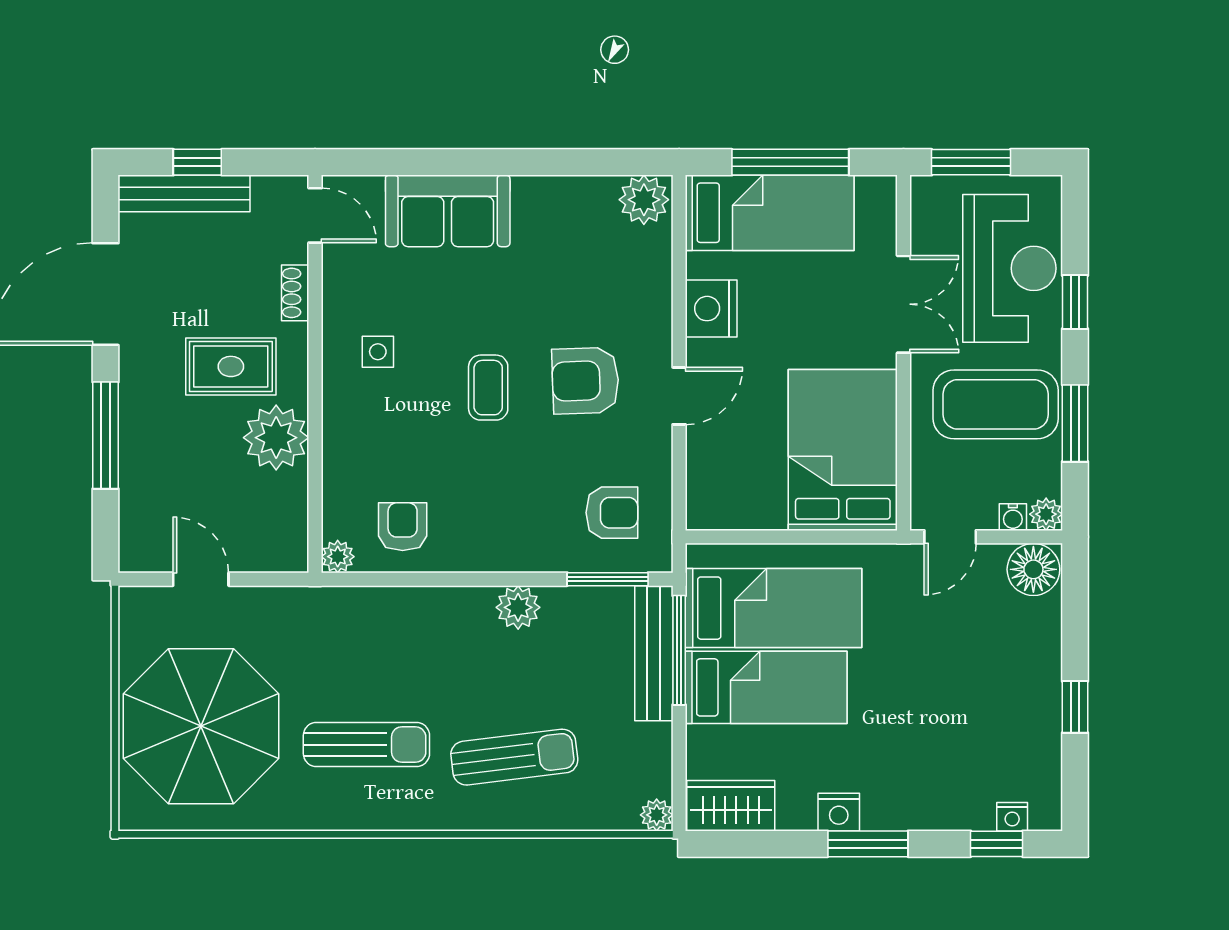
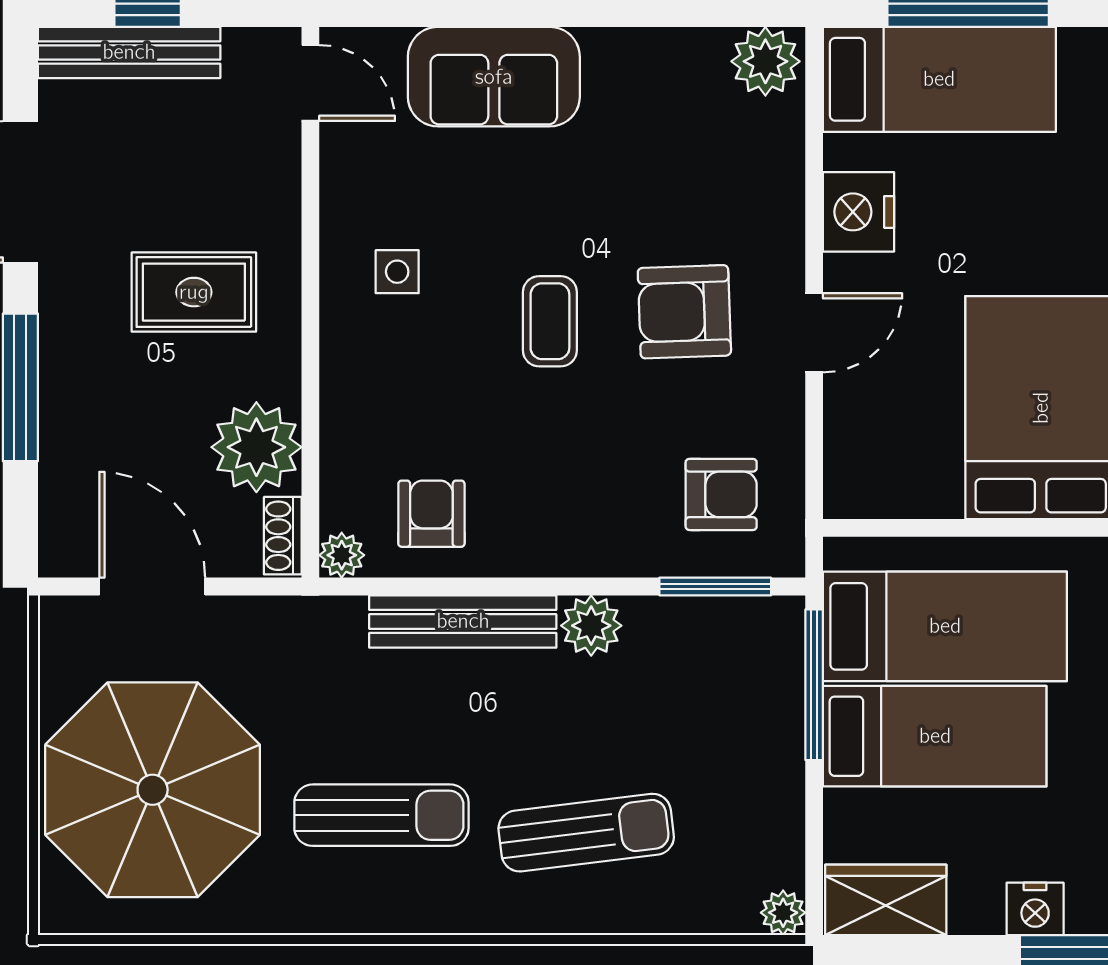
shoe rack: (295, 293) -> (283, 536), moved
plant: (276, 438) -> (256, 447), moved
door: (201, 579) -> (152, 586), width x1.38
bench: (654, 653) -> (463, 621), moved, turned 90

